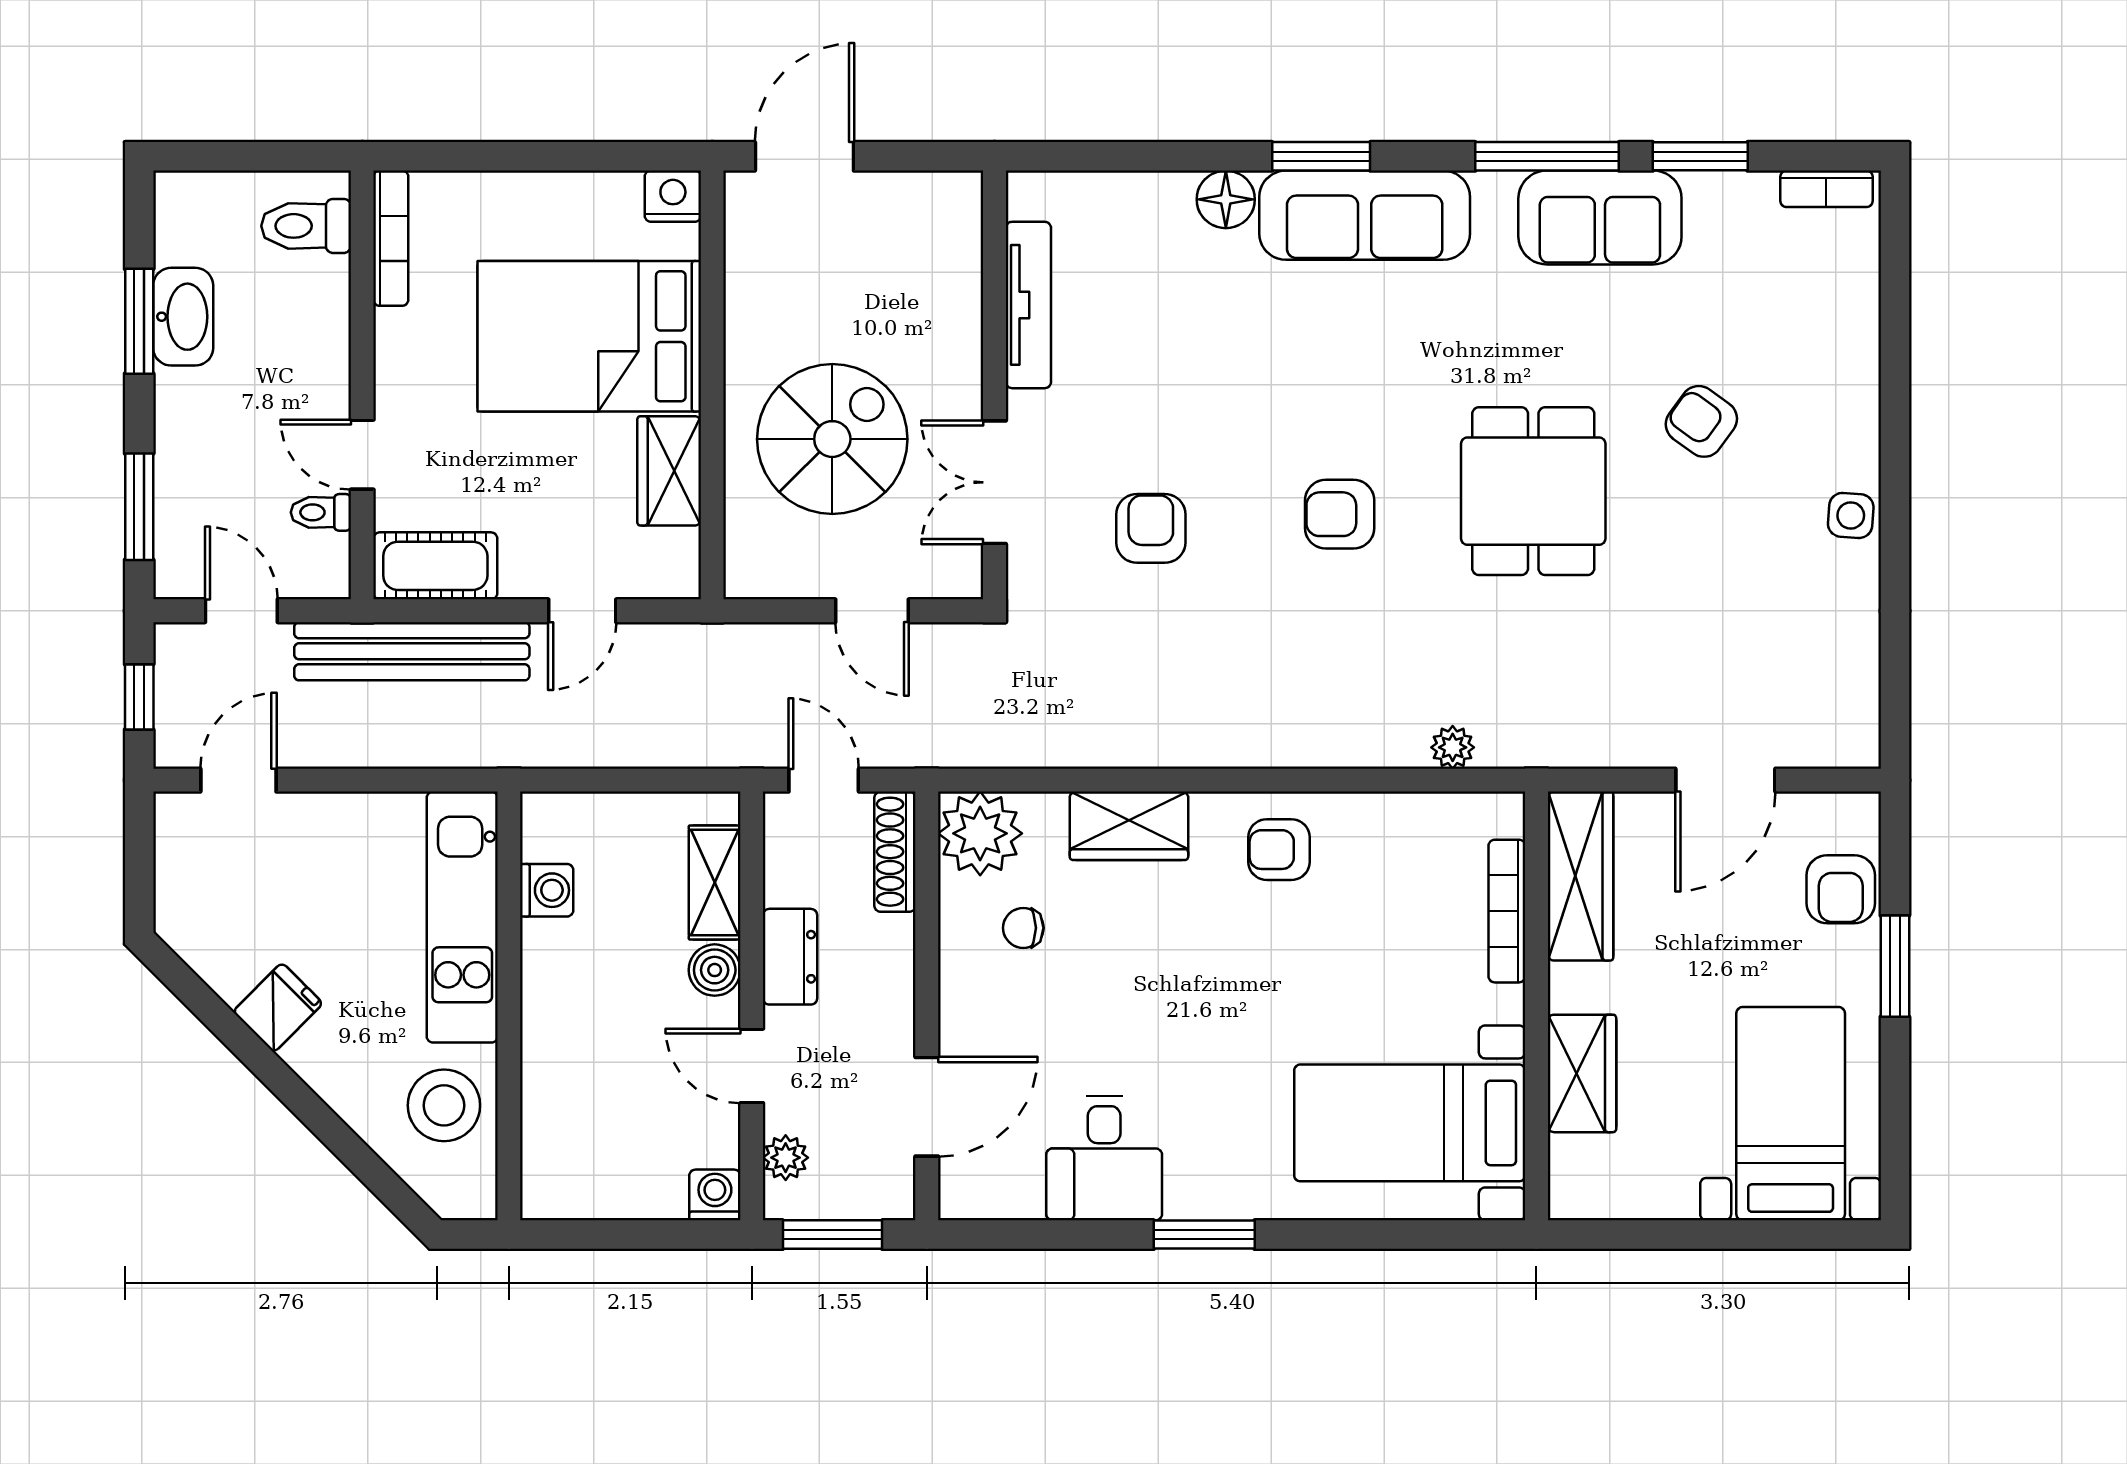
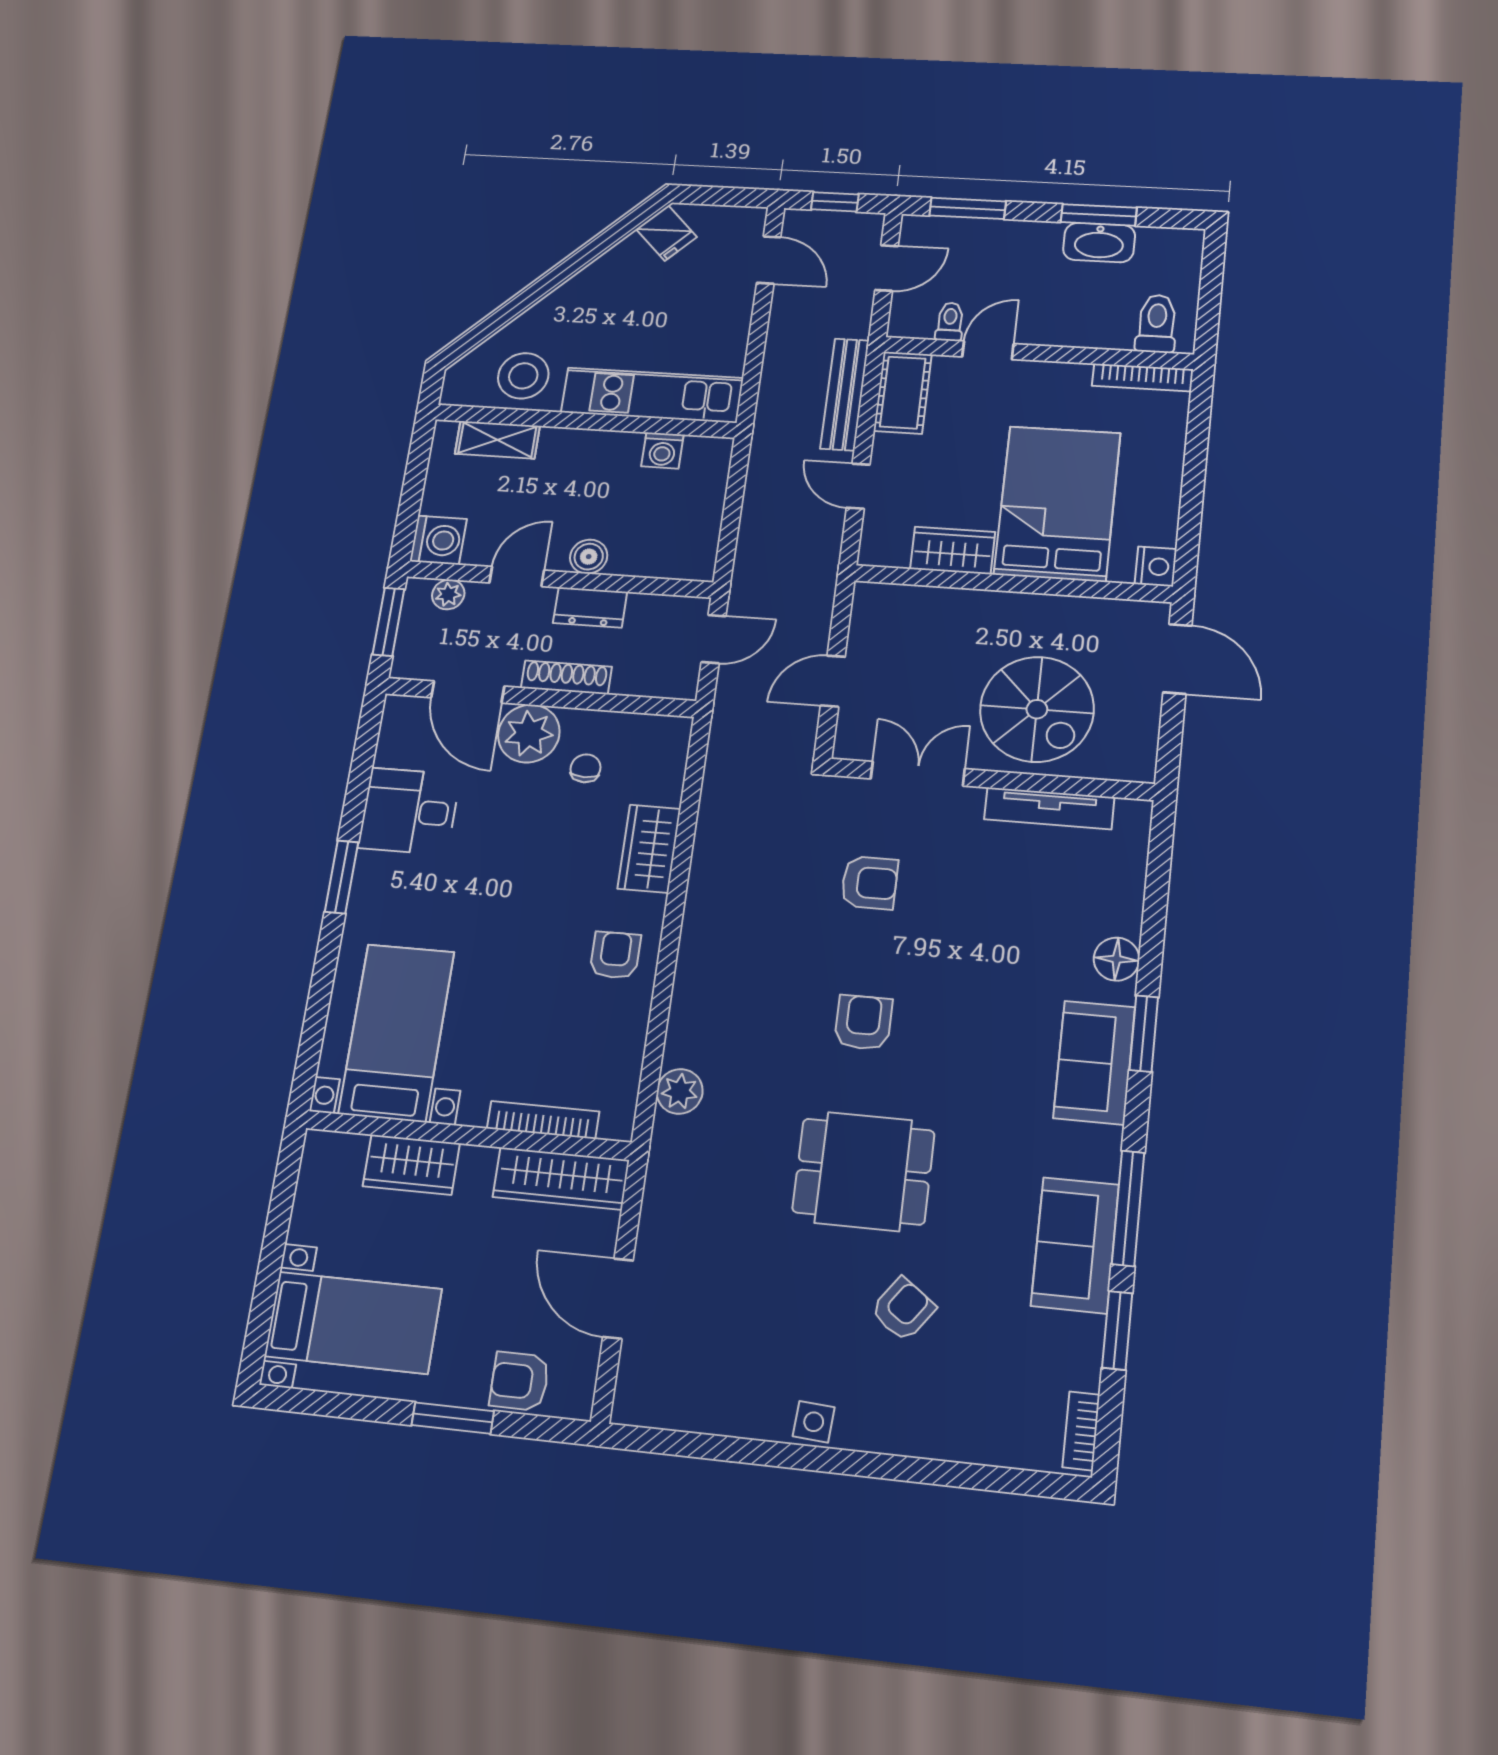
sofa: (1365, 215) -> (1094, 1062), width x0.73
spiral stairs: (832, 439) -> (1037, 709), moved
bench: (412, 651) -> (845, 394), width x0.73, depth x0.82
plant: (1453, 747) -> (680, 1091), width x1.38, depth x1.38
plant: (980, 833) -> (529, 734), moved
shoe rack: (895, 852) -> (566, 677), moved
shelving: (715, 883) -> (497, 440), moved
fridge: (278, 1007) -> (666, 233), moved
washing machine: (715, 1195) -> (438, 540), width x1.38, depth x1.38

